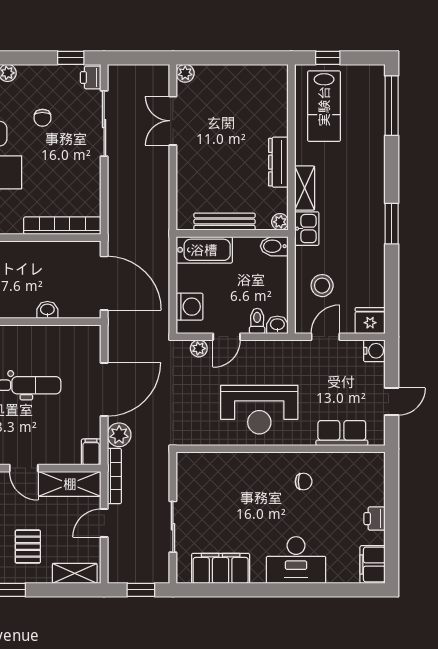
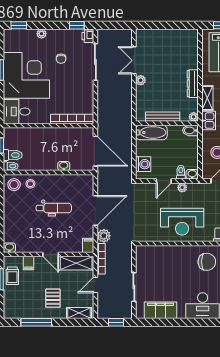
plant: (185, 73) -> (141, 80), moved
plant: (199, 348) -> (182, 187), moved
chair: (304, 482) -> (207, 262), width x1.87, depth x1.87

